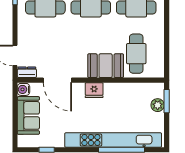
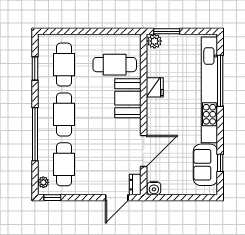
fridge: (94, 90) -> (155, 87), moved
plant: (158, 105) -> (154, 41), moved
sofa: (28, 115) -> (205, 165), moved, turned -90

